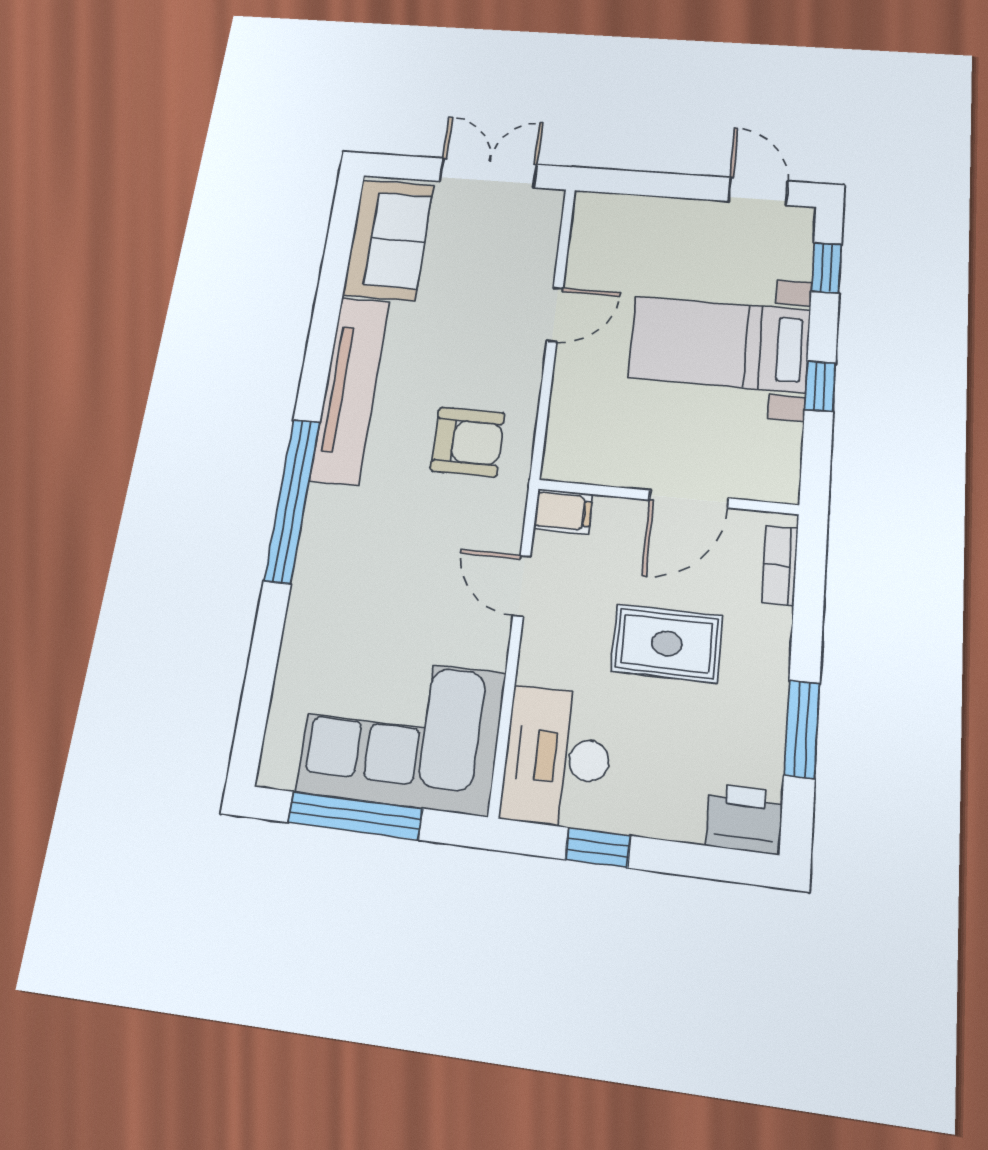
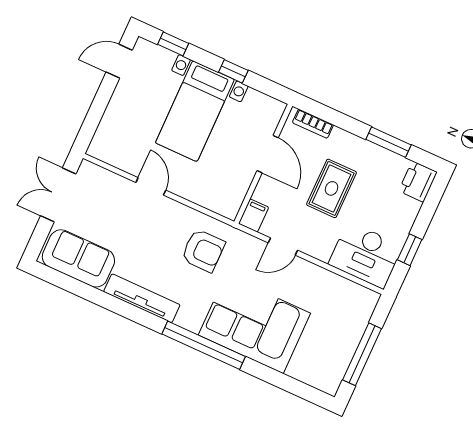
tv unit: (350, 390) -> (142, 298), width x0.73, depth x0.78
armchair: (468, 442) -> (203, 251), turned 90
corner sofa: (401, 732) -> (254, 324), moved, turned 90

